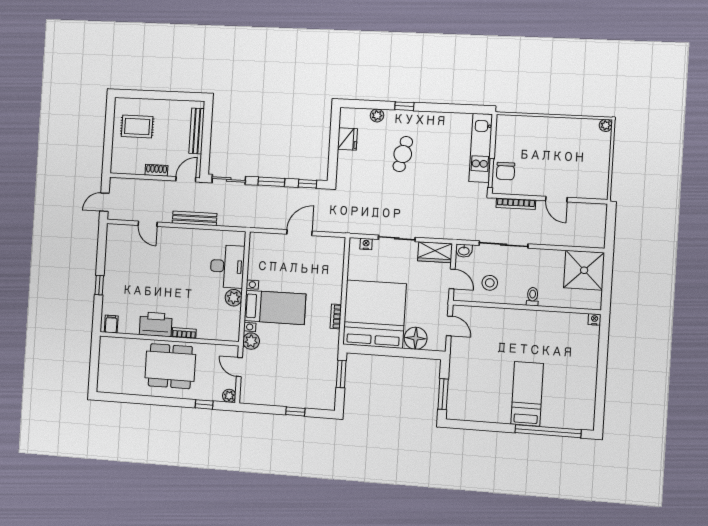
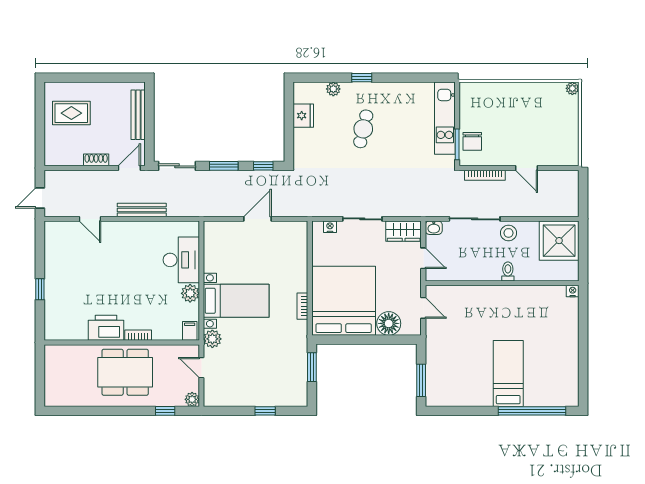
stool: (490, 283) -> (508, 233), moved
filing cabinet: (111, 324) -> (190, 331), moved

